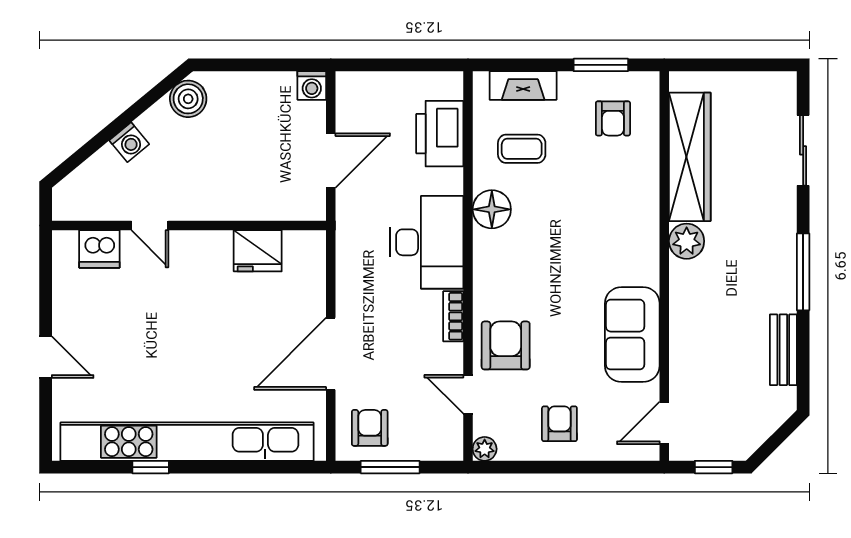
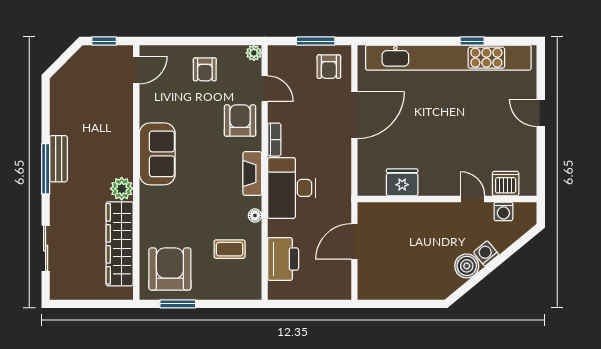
fireplace: (523, 85) -> (252, 174), moved, turned -90
washing machine: (312, 86) -> (503, 211), moved, turned 180
boiler: (188, 99) -> (467, 266), moved
armchair: (613, 118) -> (170, 269), width x1.88, depth x1.88
floor lamp: (492, 209) -> (255, 215), width x0.53, depth x0.53
sofa: (632, 335) -> (157, 154), moved
armchair: (506, 345) -> (240, 121), turned 180
bench: (783, 350) -> (59, 159), moved

